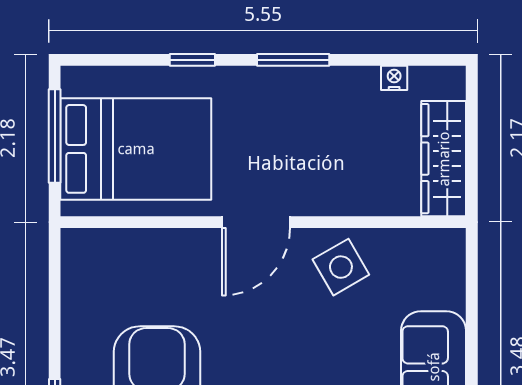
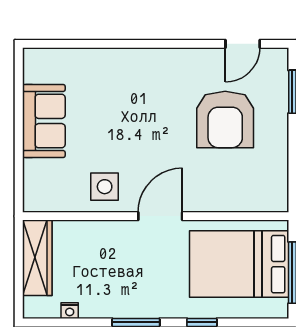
side table: (341, 267) -> (105, 187), turned 30

